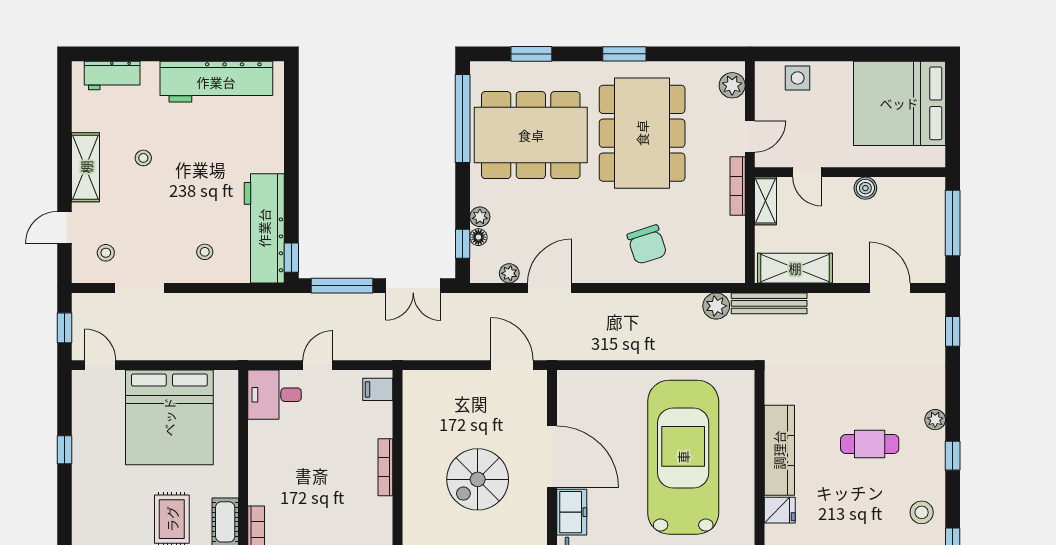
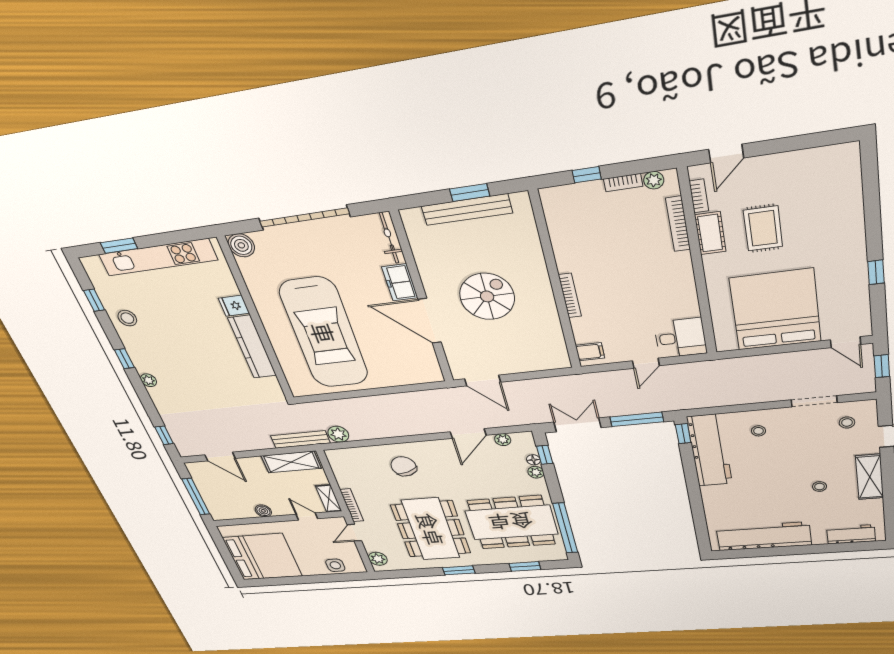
cafe table: (870, 444) -> (187, 359), removed

